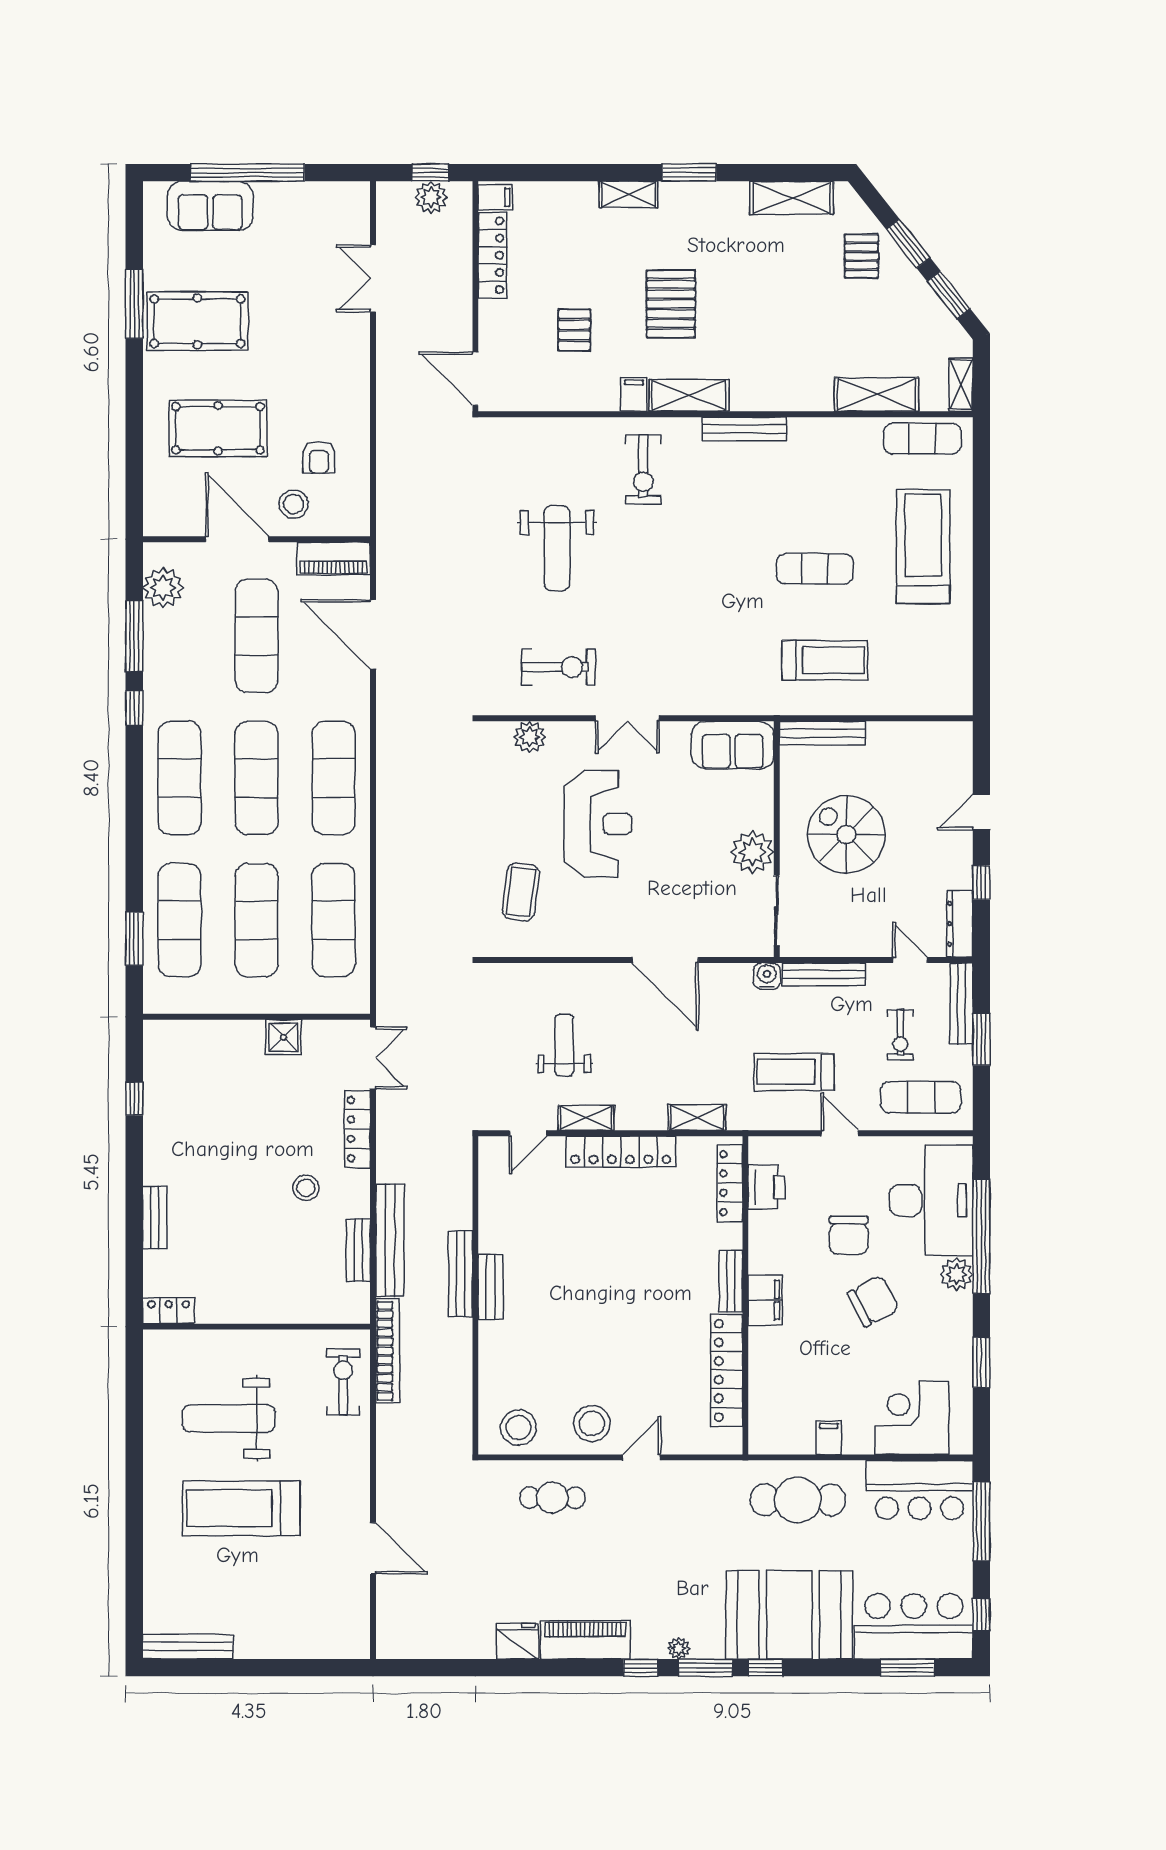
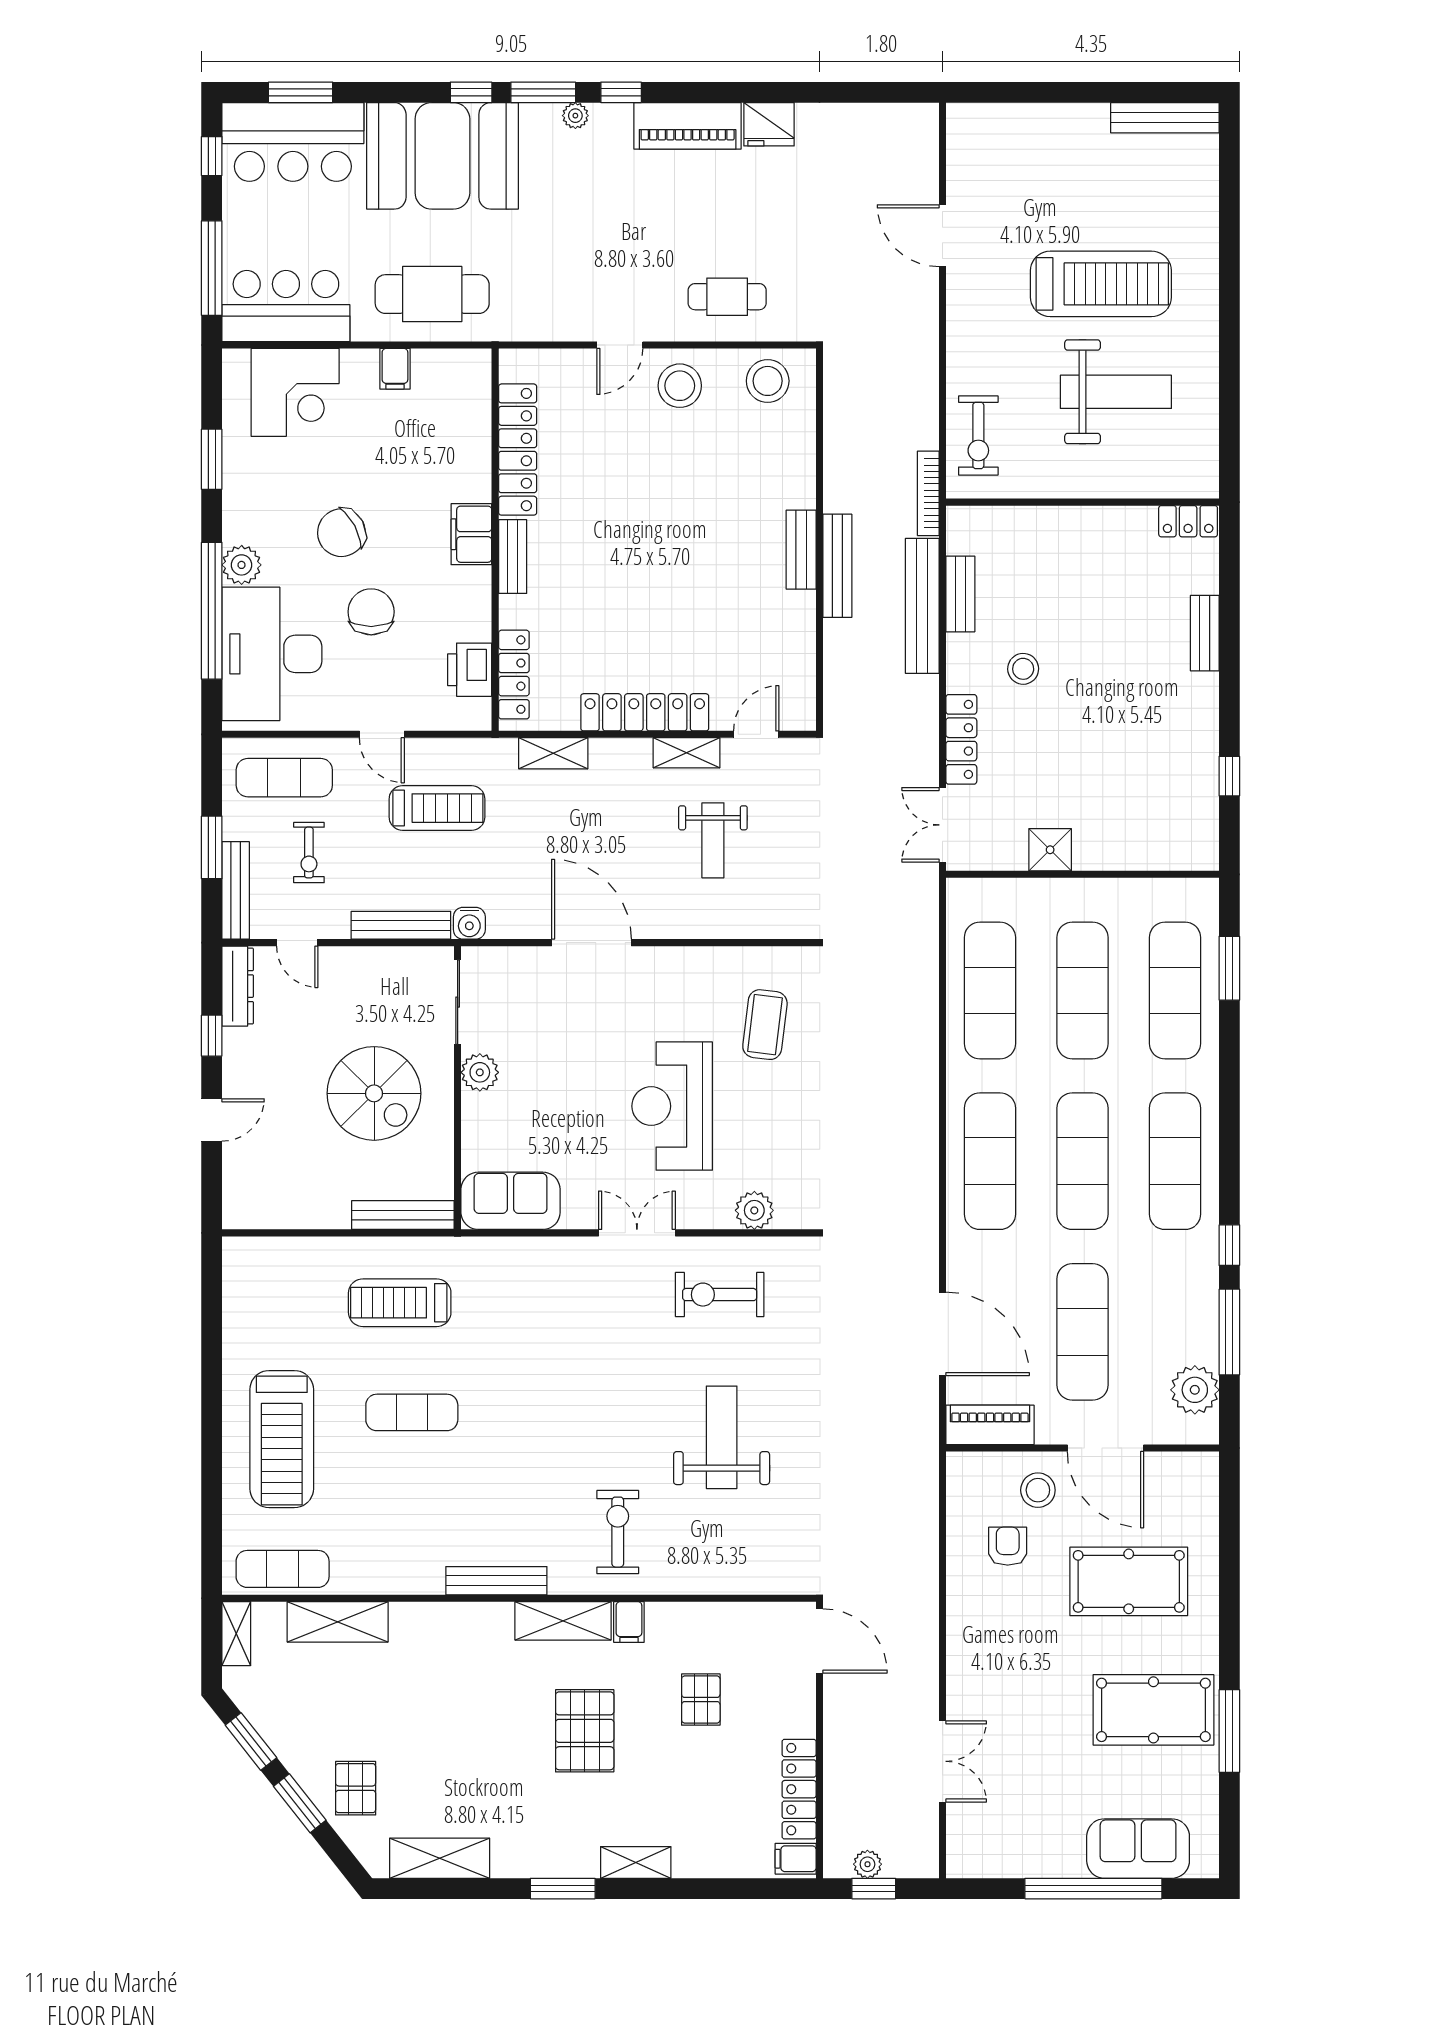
plant: (431, 197) -> (867, 1864), width x0.73, depth x0.73
plant: (752, 852) -> (480, 1072), width x0.73, depth x0.73
exercise bike: (900, 1035) -> (309, 853), turned 180
bookcase: (388, 1351) -> (928, 493), width x0.68, depth x0.76

